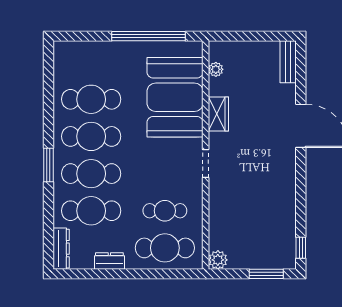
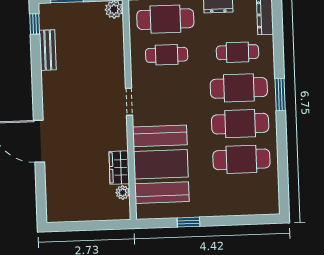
window: (149, 36) -> (188, 222), width x0.32
bench: (288, 62) -> (48, 50), moved
wardrobe: (218, 114) -> (119, 168), moved
cafe table: (91, 211) -> (238, 52), width x0.73, depth x0.74

